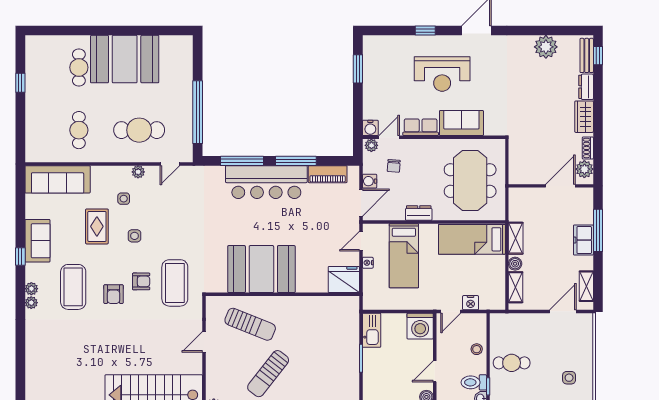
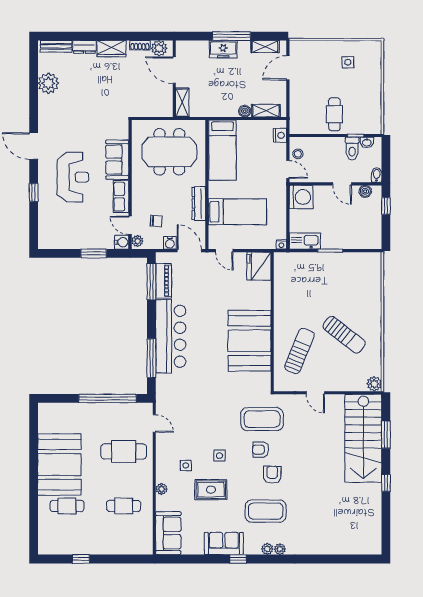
window: (598, 56) -> (56, 36), removed
window: (358, 69) -> (94, 253), moved
cafe table: (139, 130) -> (124, 451), turned 90
window: (296, 161) -> (151, 282), moved
plant: (138, 172) -> (162, 489), moved
sofa: (58, 179) -> (168, 533), width x0.73
dresser: (419, 213) -> (199, 204), width x1.44
window: (598, 230) -> (231, 36), moved
shelving: (516, 238) -> (182, 103), moved, turned 90
nightstand: (368, 263) -> (281, 244), moved
armchair: (141, 281) -> (261, 450), turned -90
armchair: (114, 294) -> (272, 475), turned -89
nightstand: (471, 303) -> (280, 135), moved
door: (563, 311) -> (288, 68), hinge flipped
stool: (477, 349) -> (298, 154), moved

